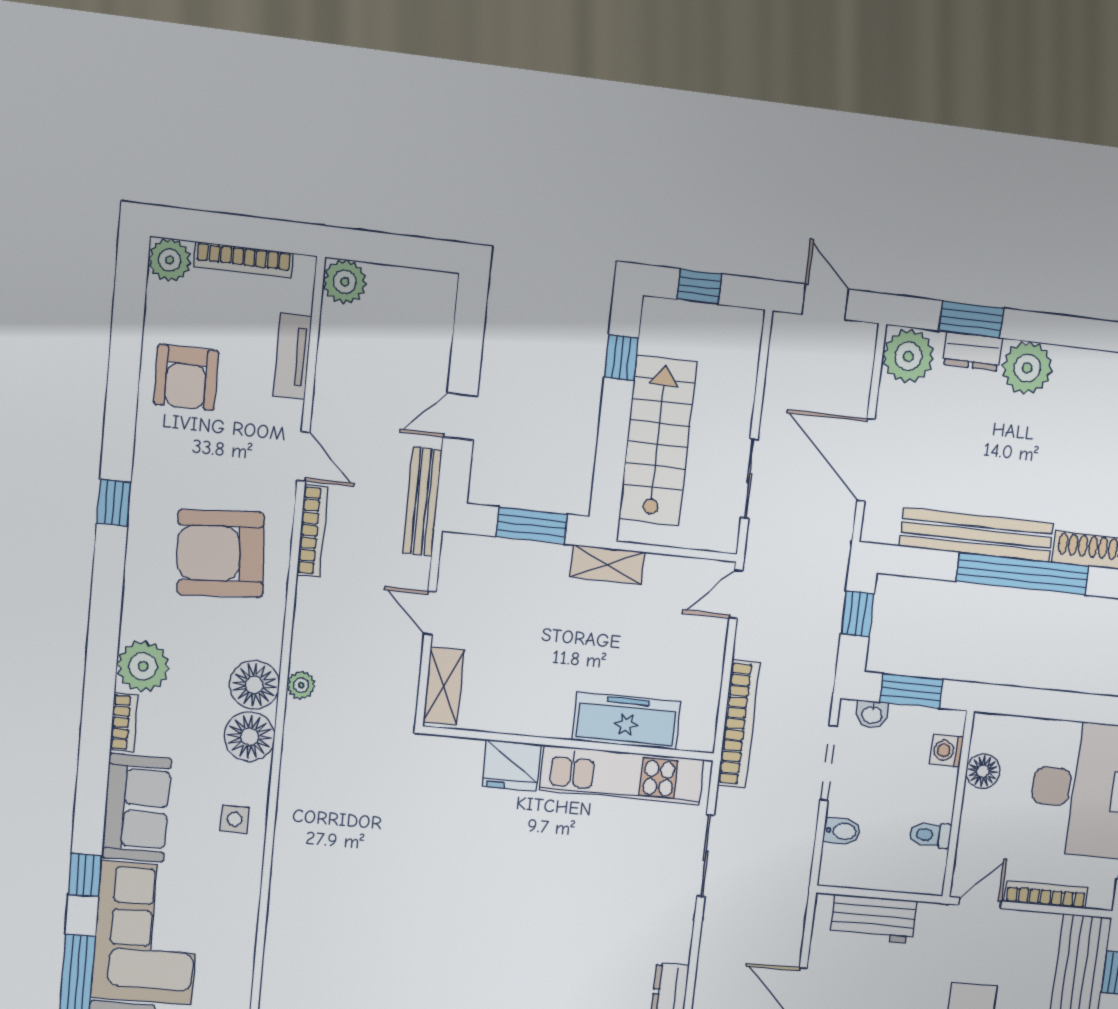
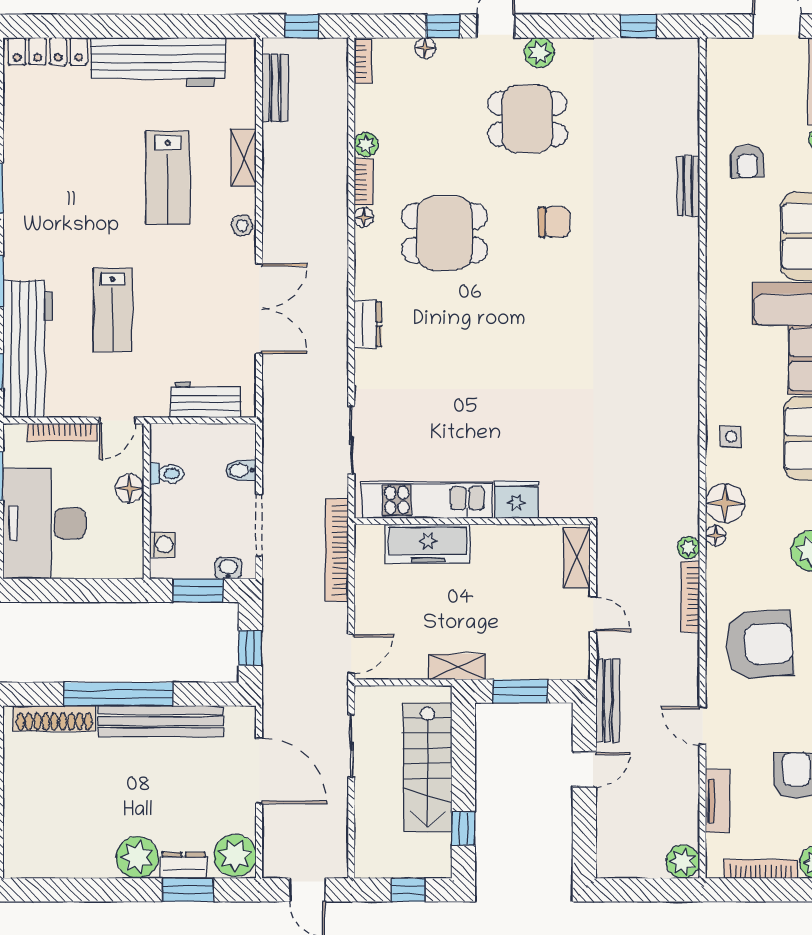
bookcase: (312, 531) -> (691, 597), moved
floor lamp: (254, 685) -> (716, 535), width x0.53, depth x0.53
floor lamp: (983, 771) -> (130, 488), moved

